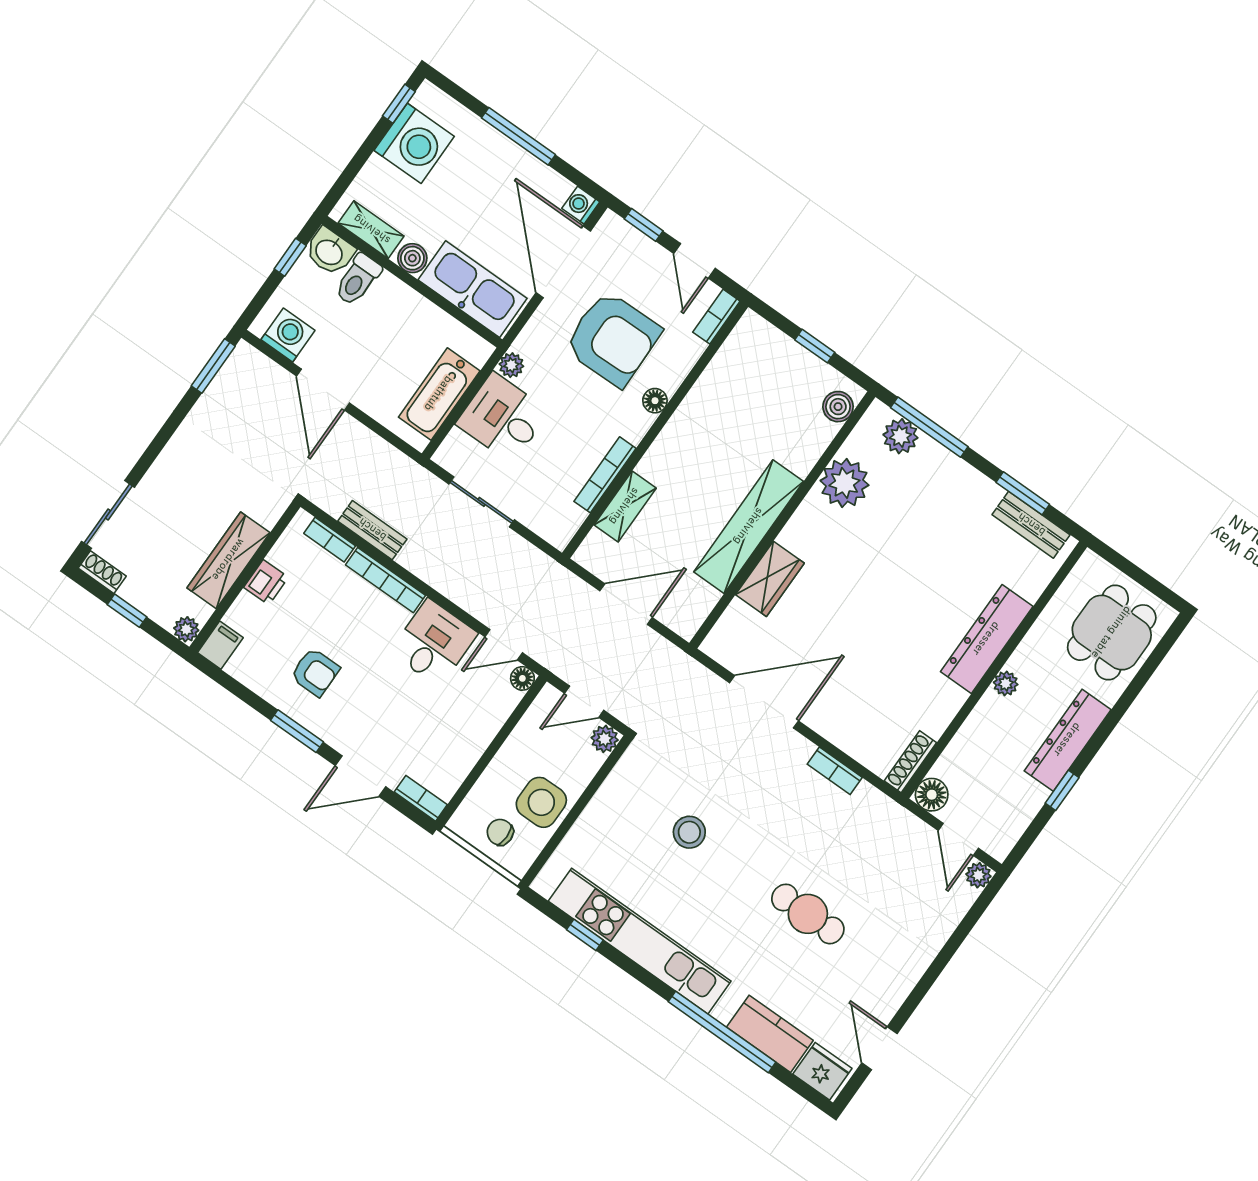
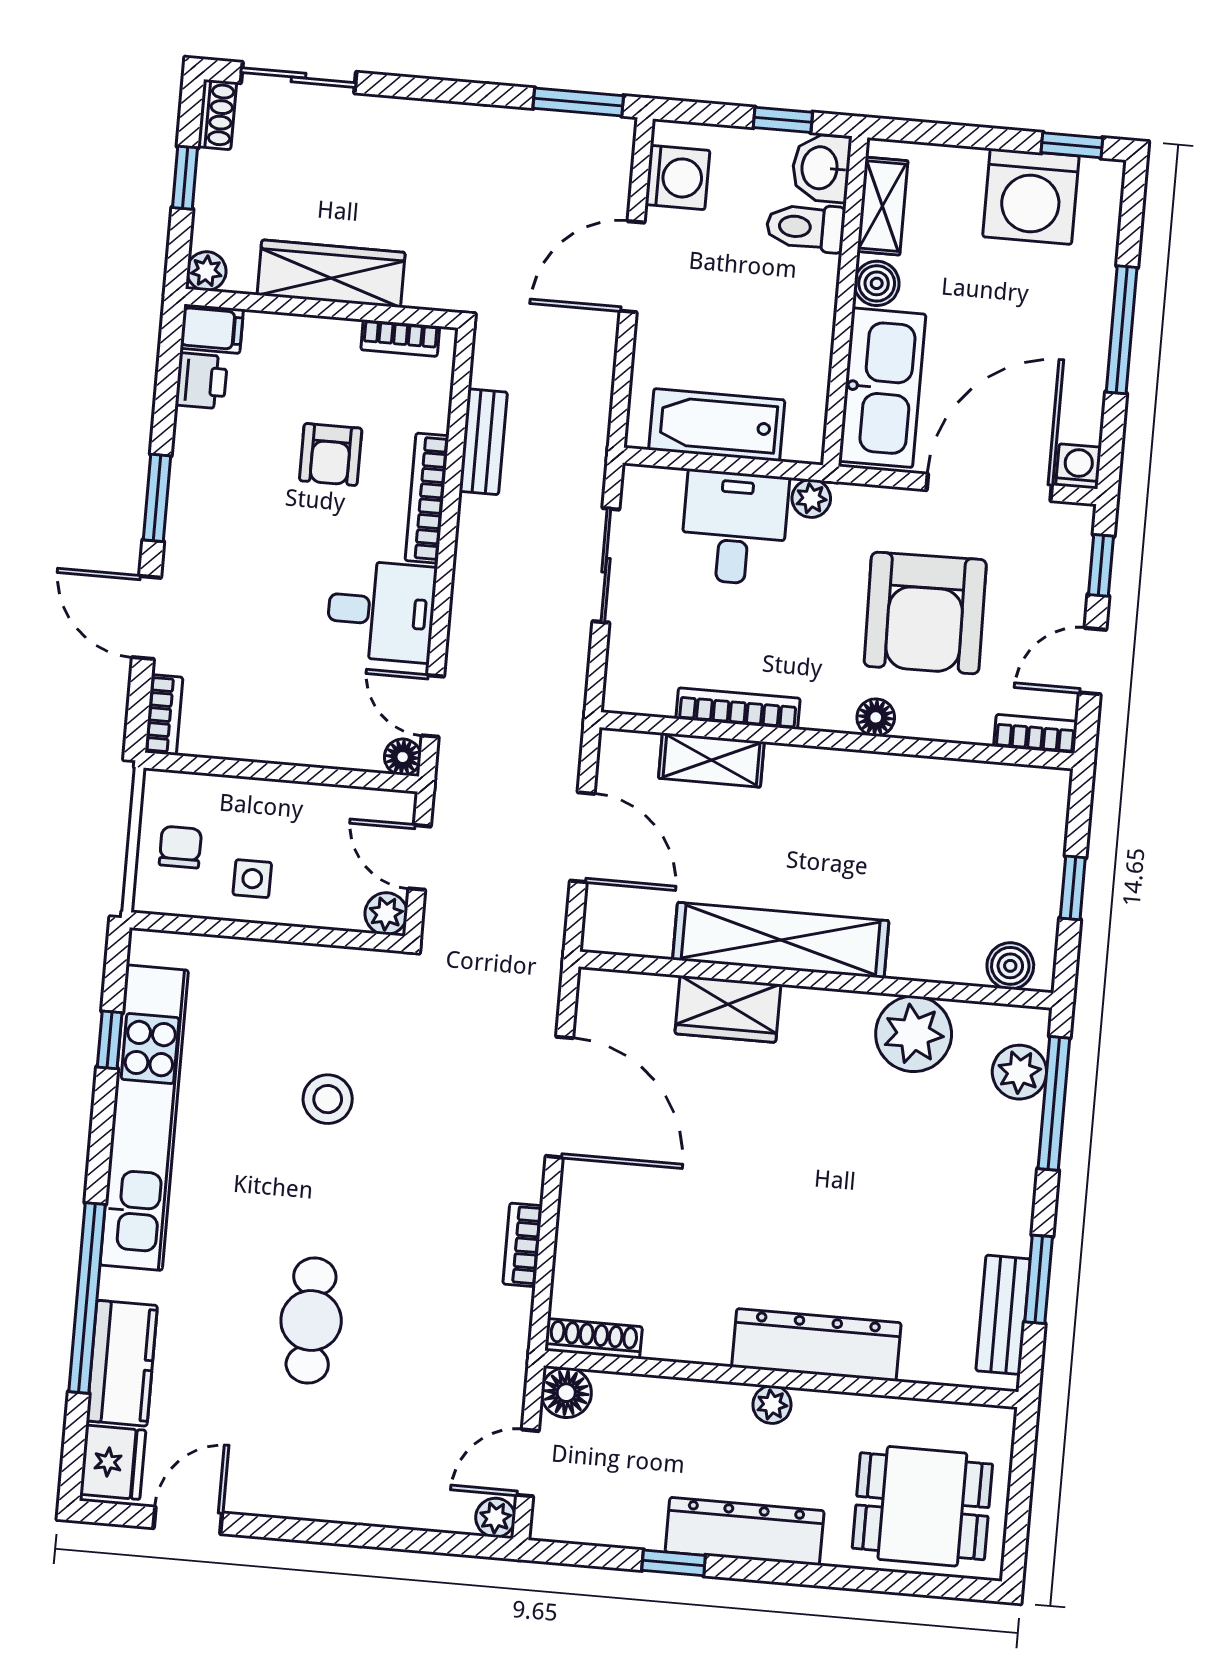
bookcase: (330, 540) -> (400, 338), moved, turned -90
printer: (266, 582) -> (201, 381), moved, turned -90
armchair: (315, 672) -> (331, 455), moved
side table: (541, 802) -> (252, 879), width x0.54, depth x0.54

